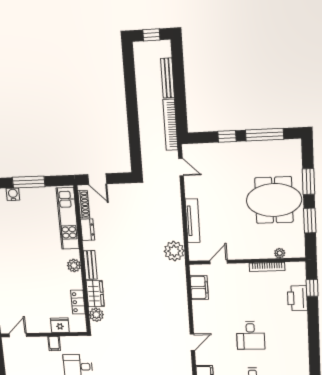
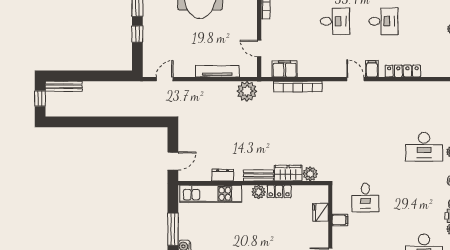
bench: (168, 78) -> (64, 86), moved
bookcase: (170, 125) -> (298, 87), moved
shoe rack: (84, 204) -> (197, 176), removed
locker: (78, 302) -> (279, 191), moved
door: (192, 342) -> (355, 79), moved

